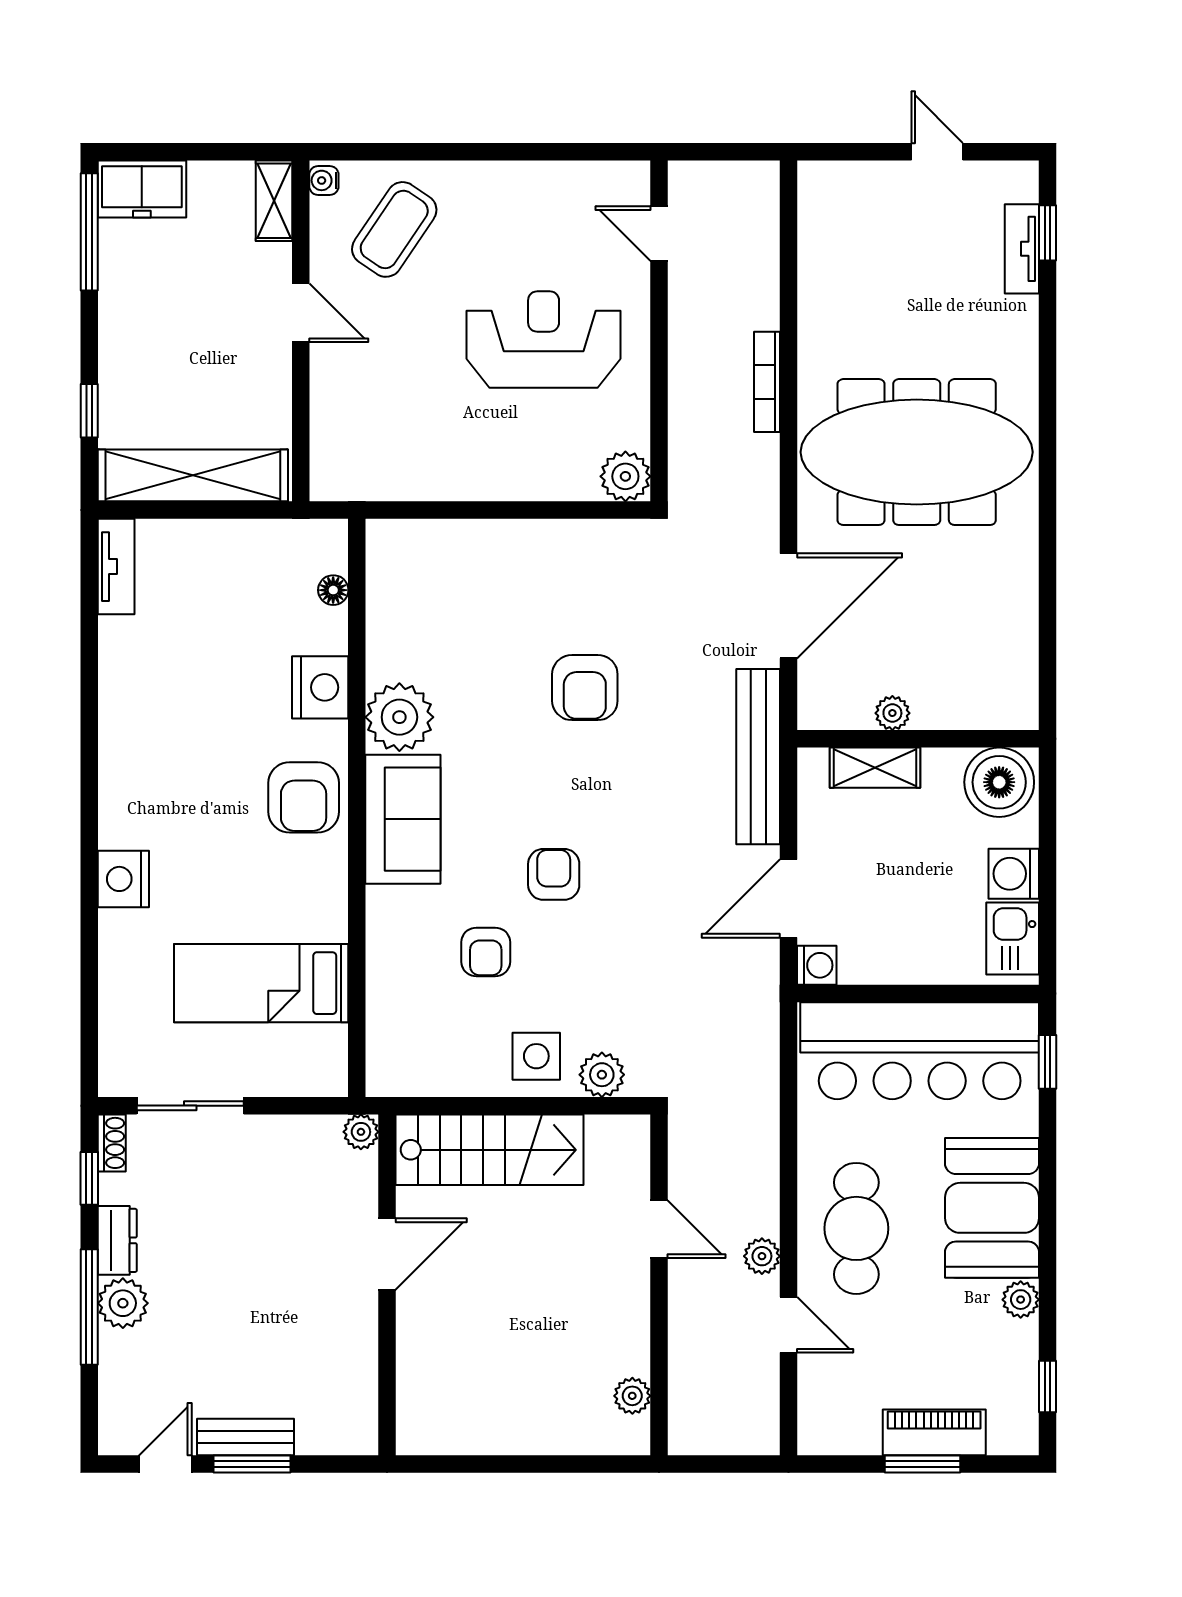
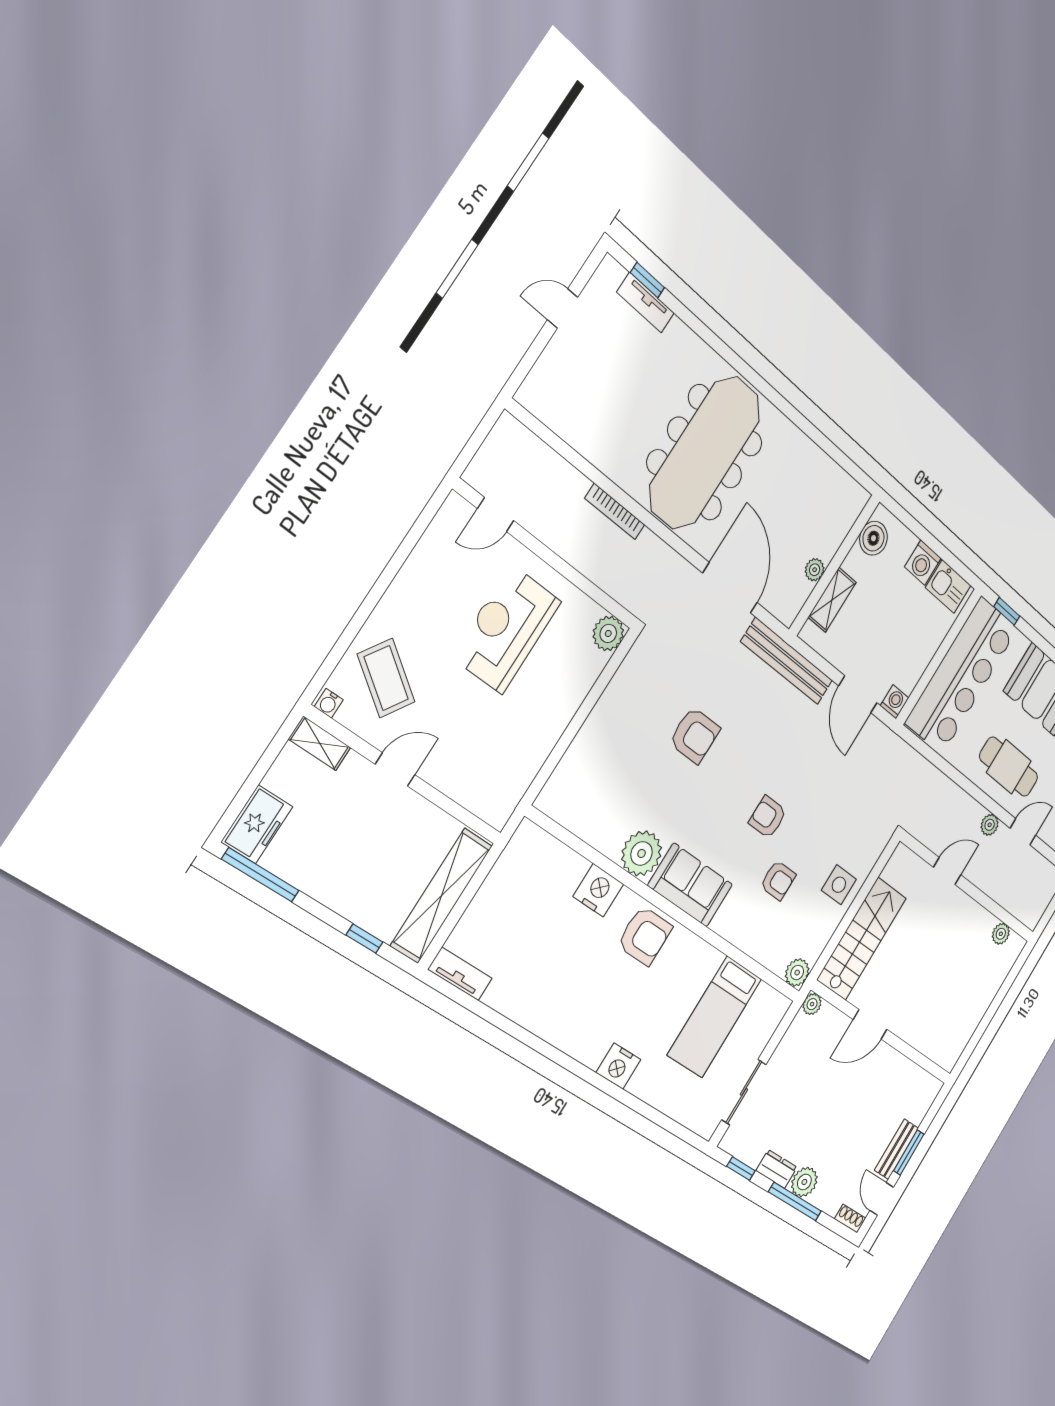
floor lamp: (333, 590) -> (555, 850), removed
boiler: (999, 782) -> (873, 538), width x0.73, depth x0.73
plant: (602, 1075) -> (797, 973), moved
shoe rack: (112, 1143) -> (850, 1218), moved
door: (387, 1254) -> (870, 1024), swing flipped

